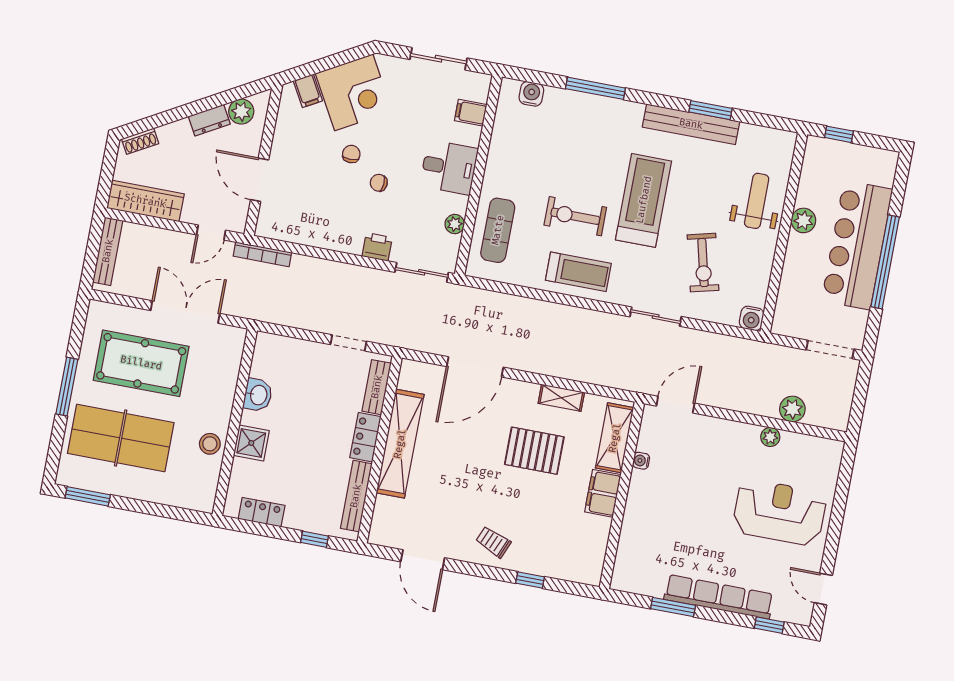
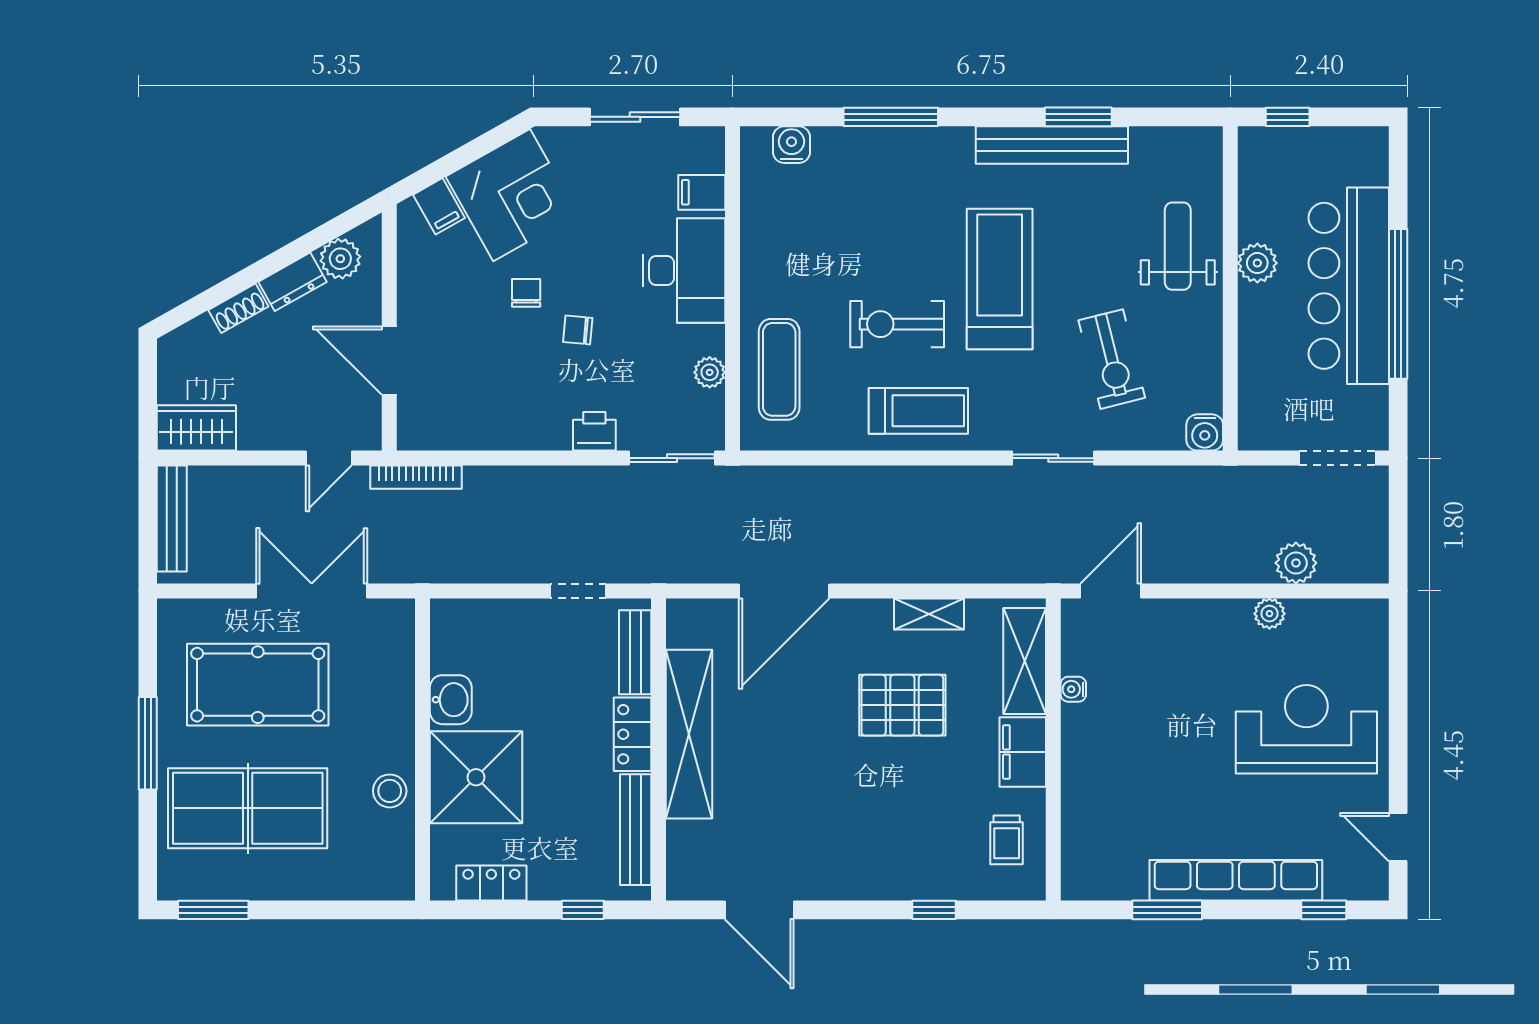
shoe rack: (140, 141) -> (238, 308), moved
desk: (449, 167) -> (684, 270), width x1.37
wardrobe: (145, 201) -> (196, 428), width x0.67
shower: (251, 443) -> (476, 777), width x1.86, depth x1.86
trolley: (493, 542) -> (1007, 840), moved, turned -113

